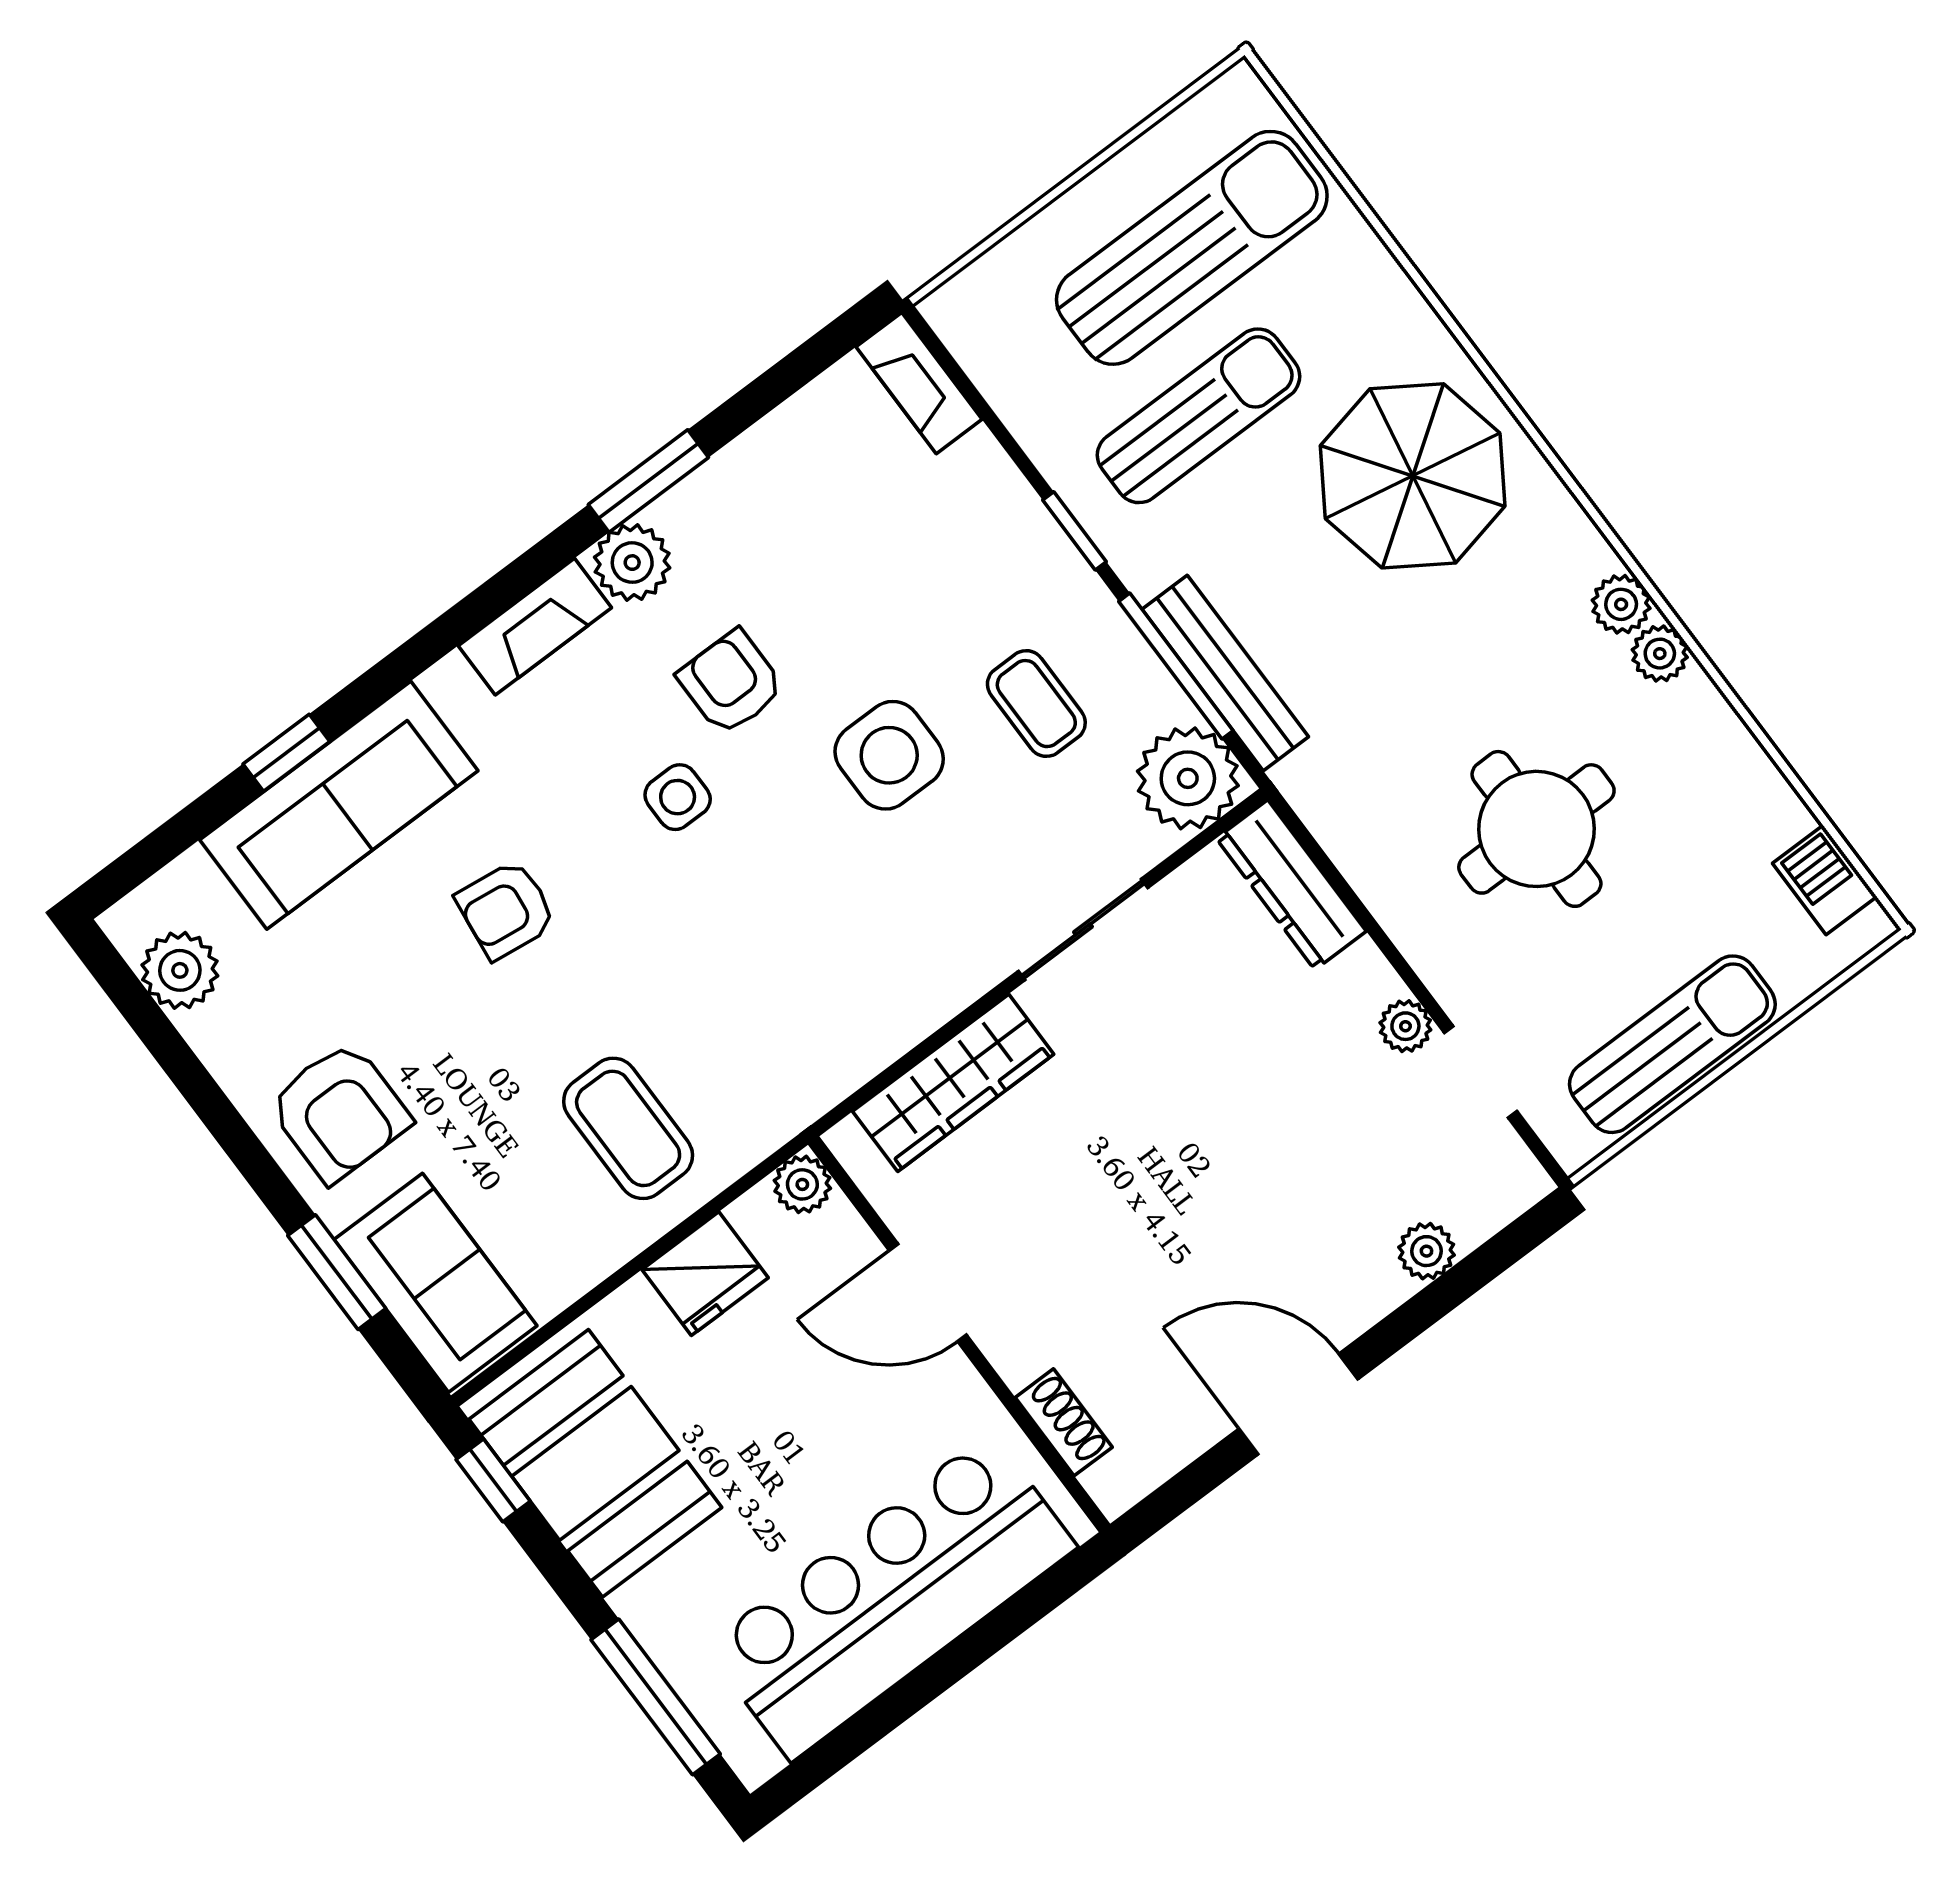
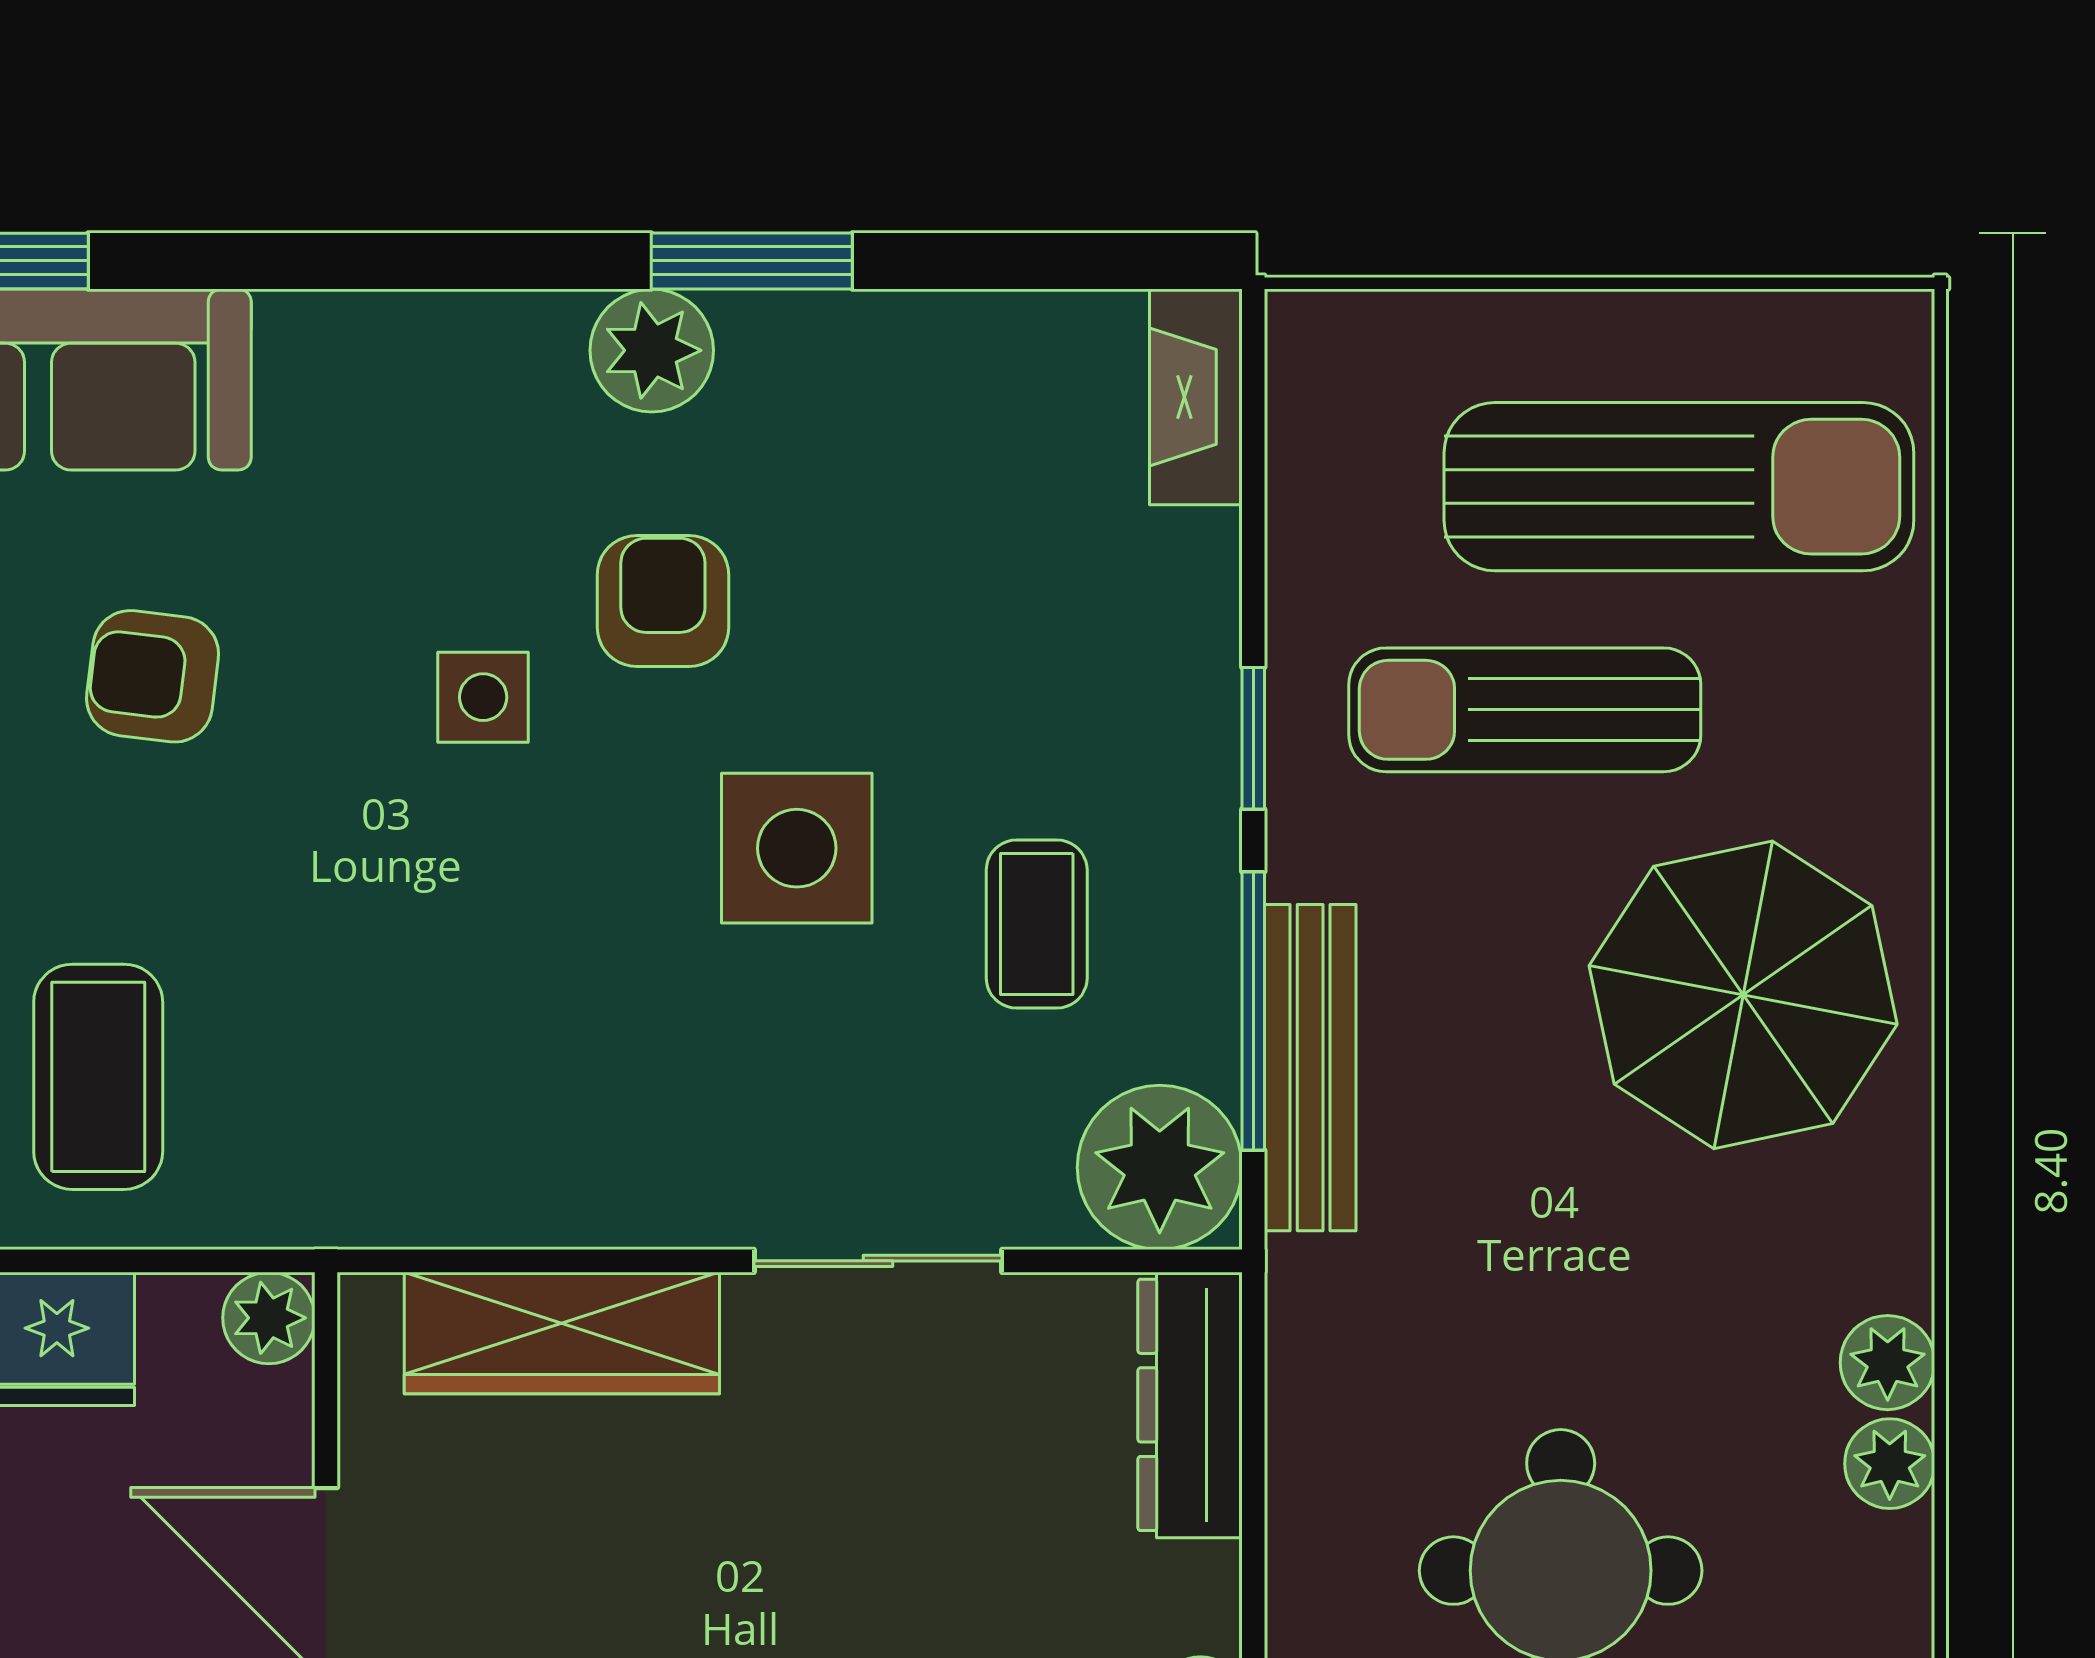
sun lounger: (1198, 416) -> (1525, 710), turned 180
fireplace: (535, 627) -> (464, 339), removed

